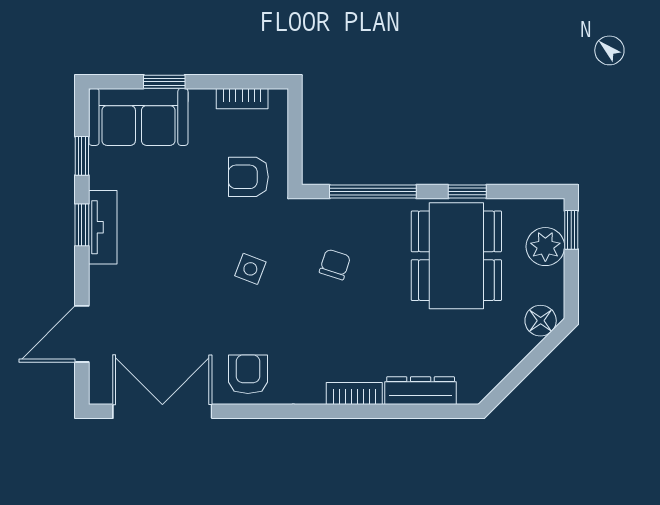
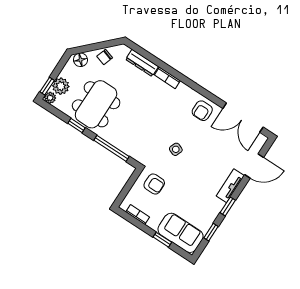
plant: (551, 211) -> (50, 98), added
tv unit: (103, 227) -> (230, 186), moved
chair: (335, 264) -> (105, 57), moved

